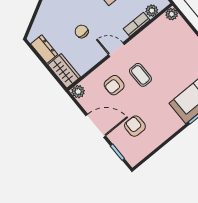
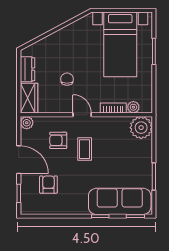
plant: (172, 14) -> (141, 128), width x1.88, depth x1.88

